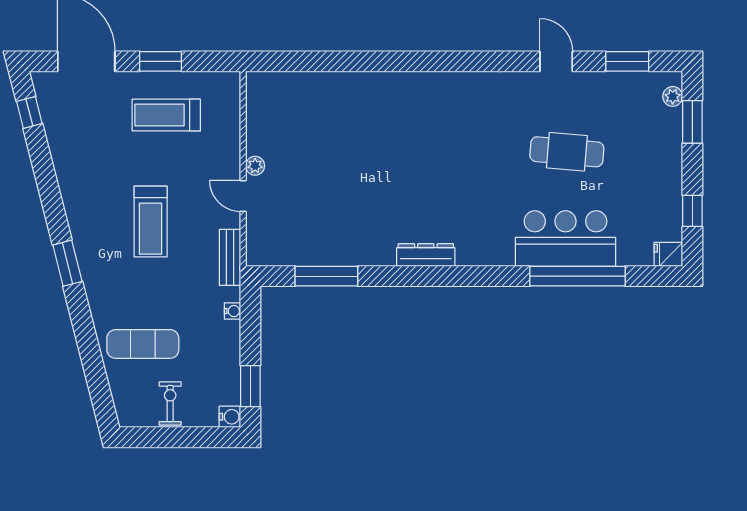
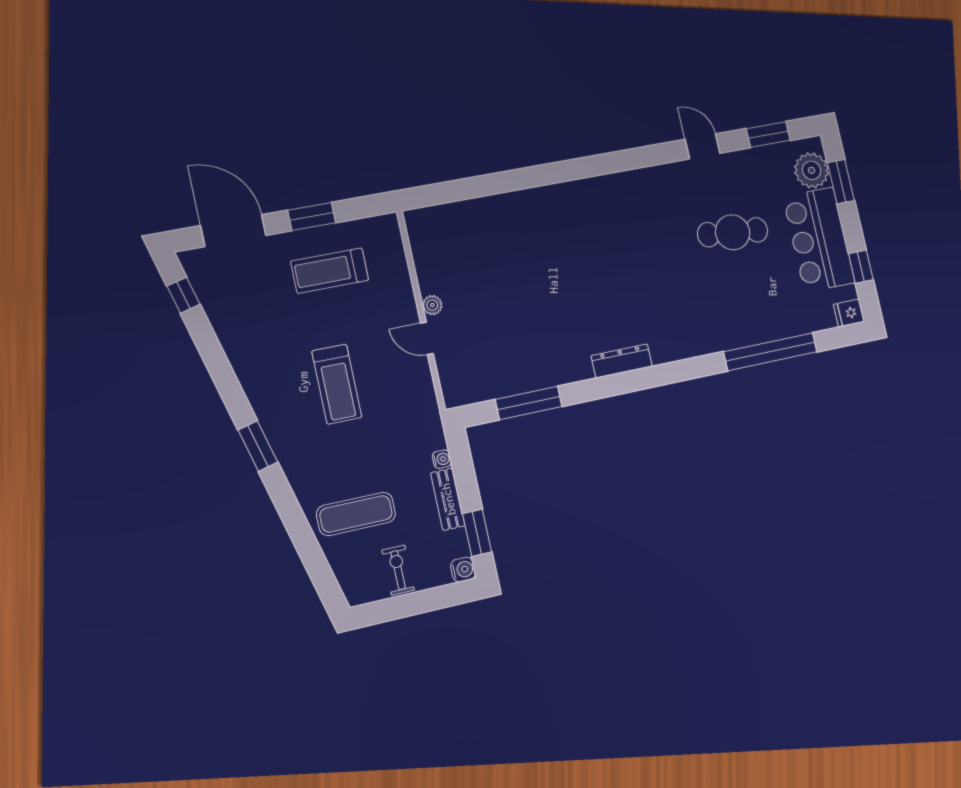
plant: (673, 96) -> (812, 170), width x1.87, depth x1.87
bar counter: (565, 239) -> (819, 240), moved, turned -90
bench: (230, 257) -> (448, 499), moved

